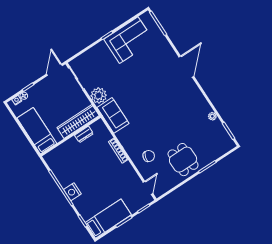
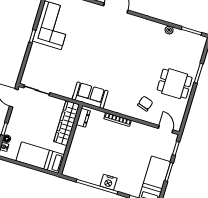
plant: (99, 95) -> (66, 89), removed
dresser: (84, 134) -> (83, 118), moved

